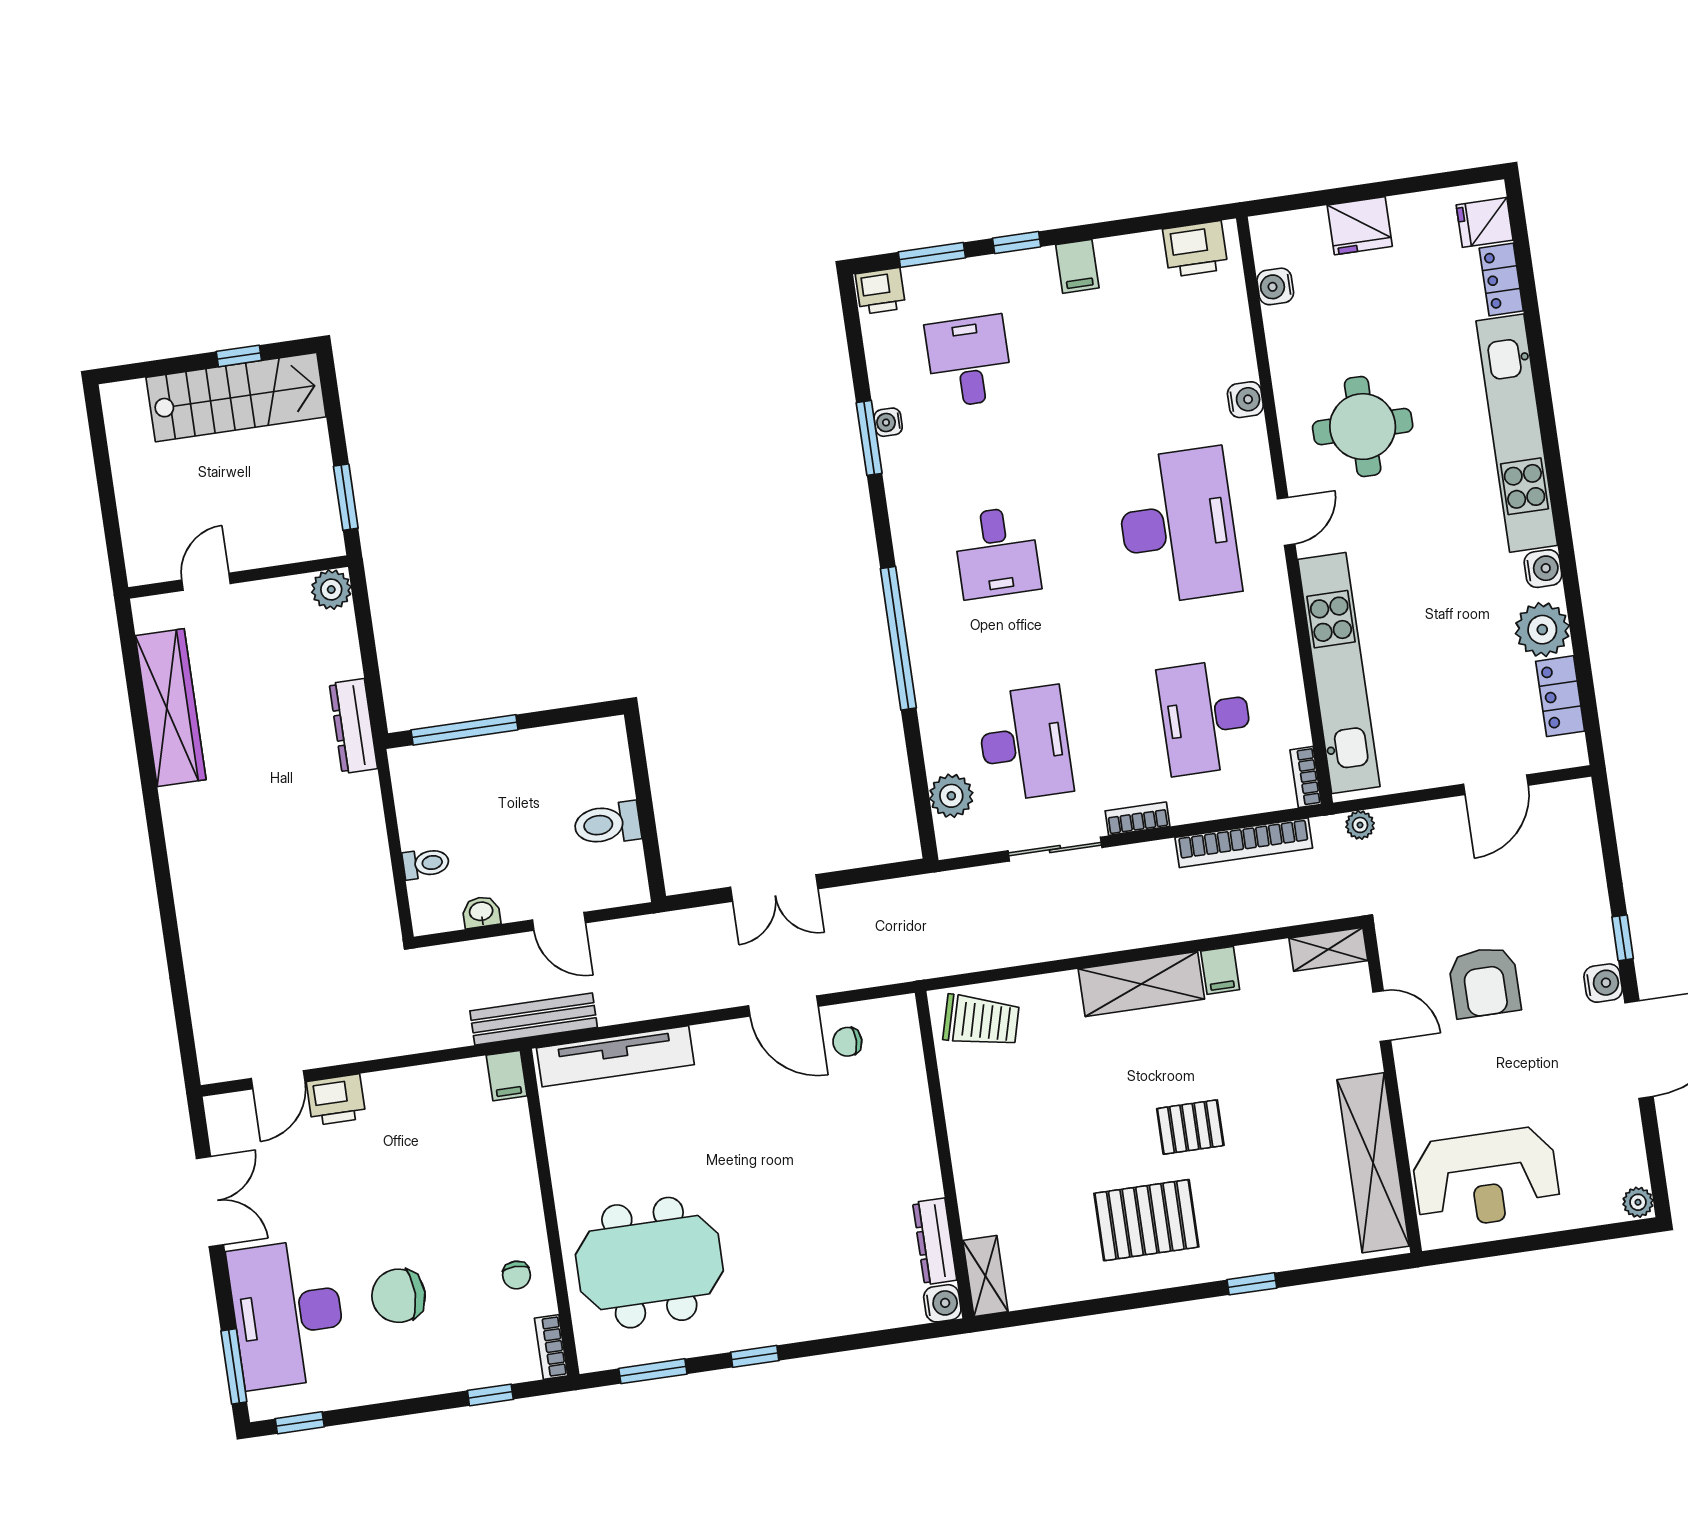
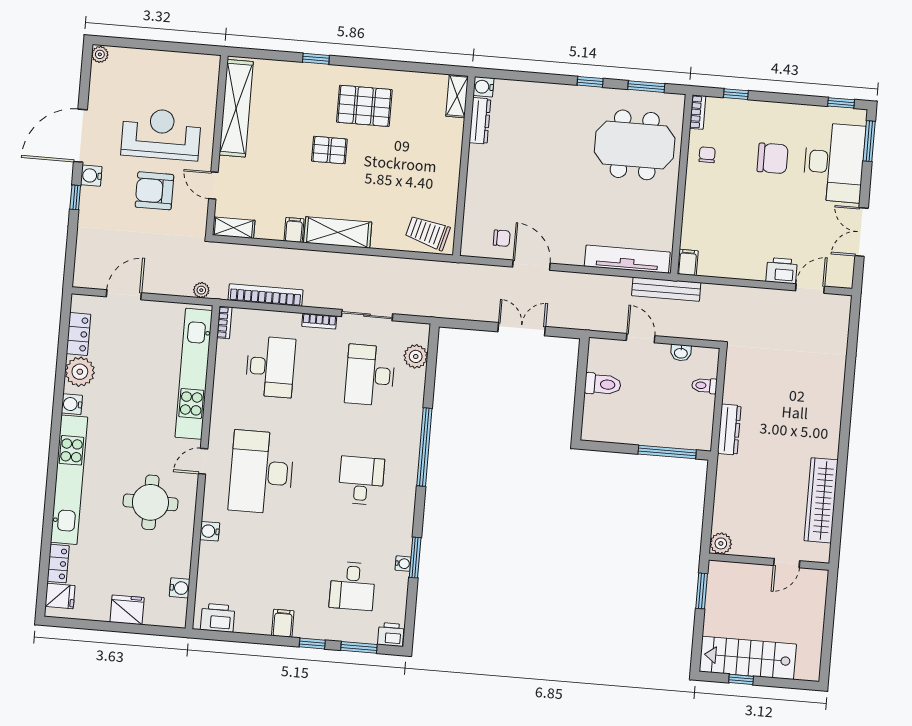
dresser: (353, 726) -> (729, 430), moved
armchair: (1484, 982) -> (154, 191), turned -90
reception desk: (1486, 1178) -> (161, 134), moved

